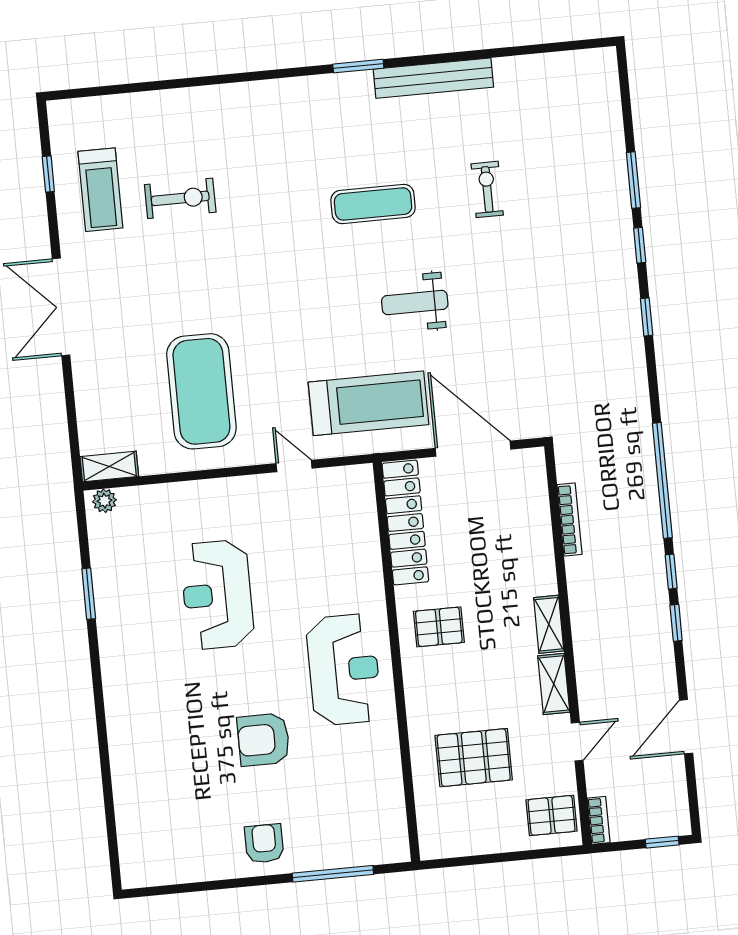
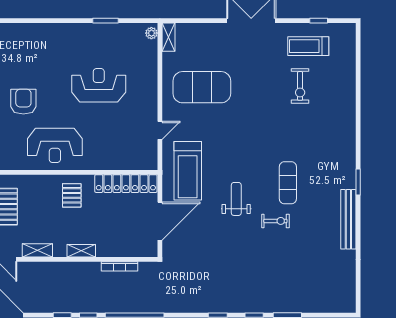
exercise bike: (487, 189) -> (275, 221), moved
shelving: (549, 624) -> (81, 251), moved

